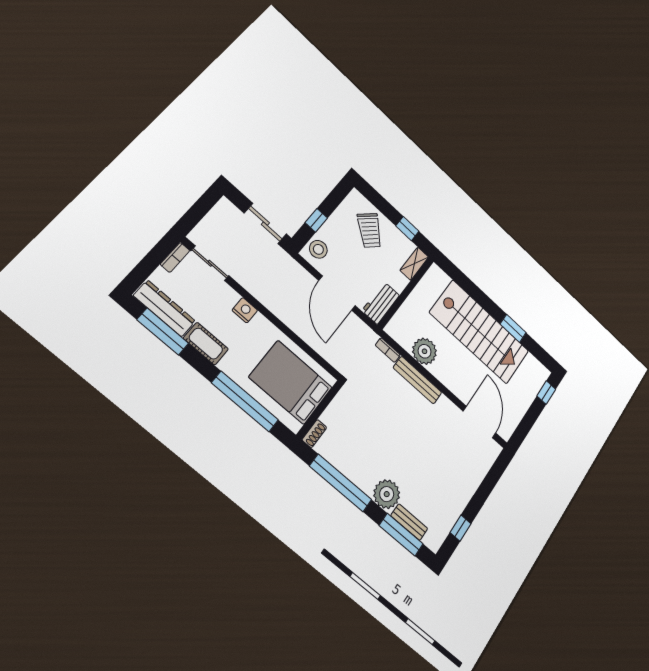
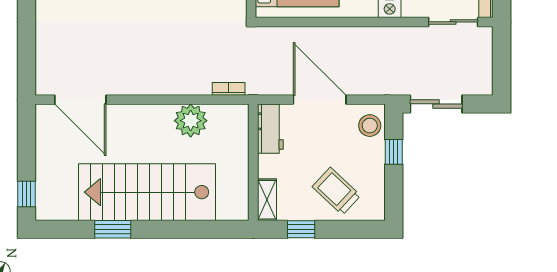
bench: (418, 380) -> (177, 86), removed

